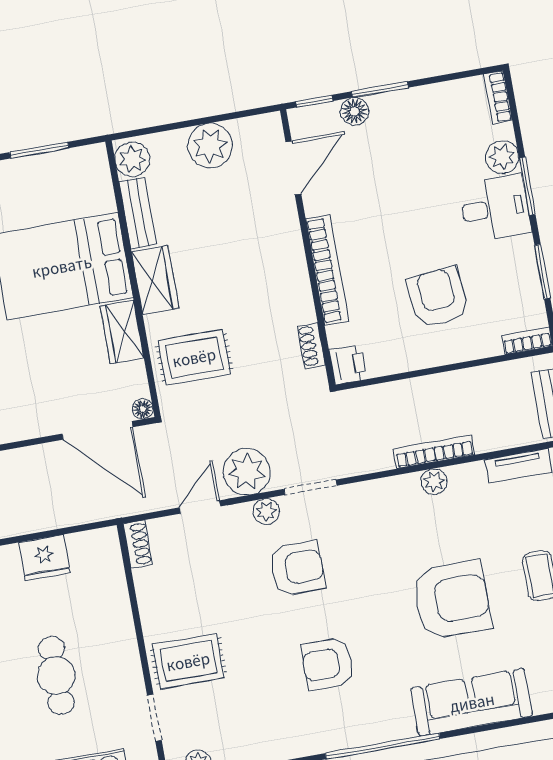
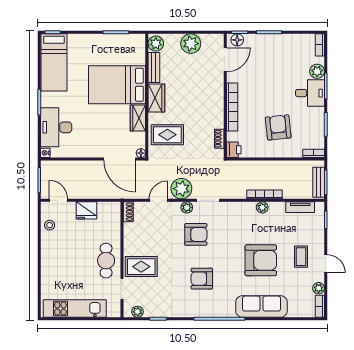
floor lamp: (354, 111) -> (237, 40), moved
cafe table: (56, 675) -> (106, 261), moved

